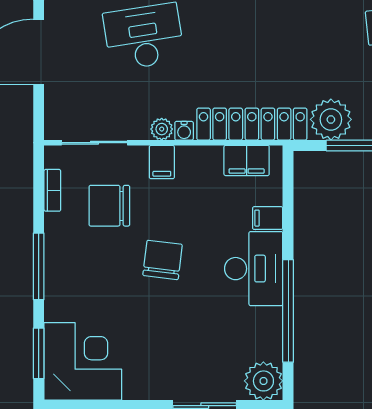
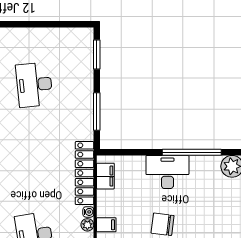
plant: (331, 119) -> (82, 128), removed
filing cabinet: (268, 218) -> (138, 164), removed

